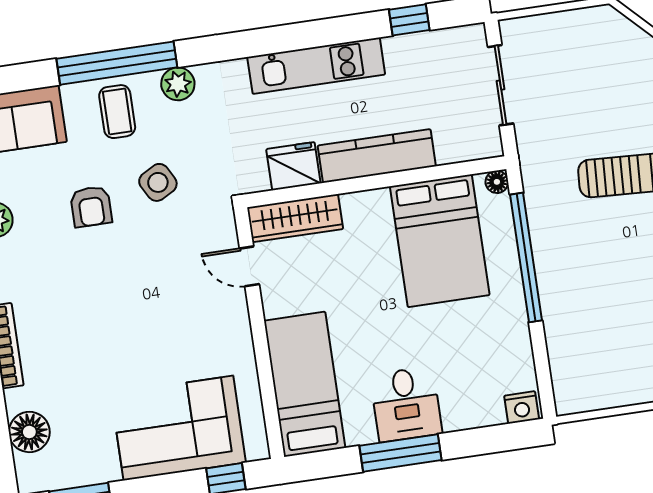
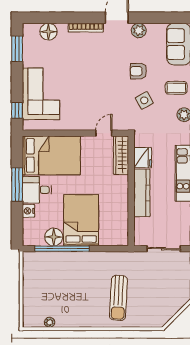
floor lamp: (497, 182) -> (54, 237), moved, width x1.89, depth x1.89
bed: (440, 241) -> (81, 220), moved, turned 90
window: (526, 257) -> (62, 249), moved
bed: (305, 384) -> (51, 155), width x1.50
nightstand: (522, 407) -> (29, 211), moved

